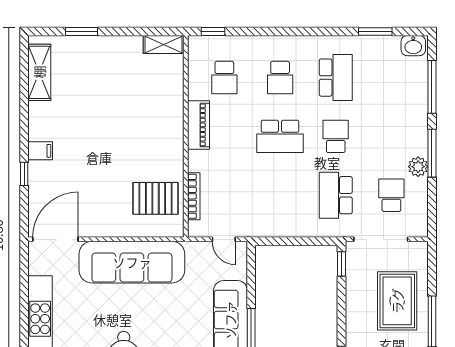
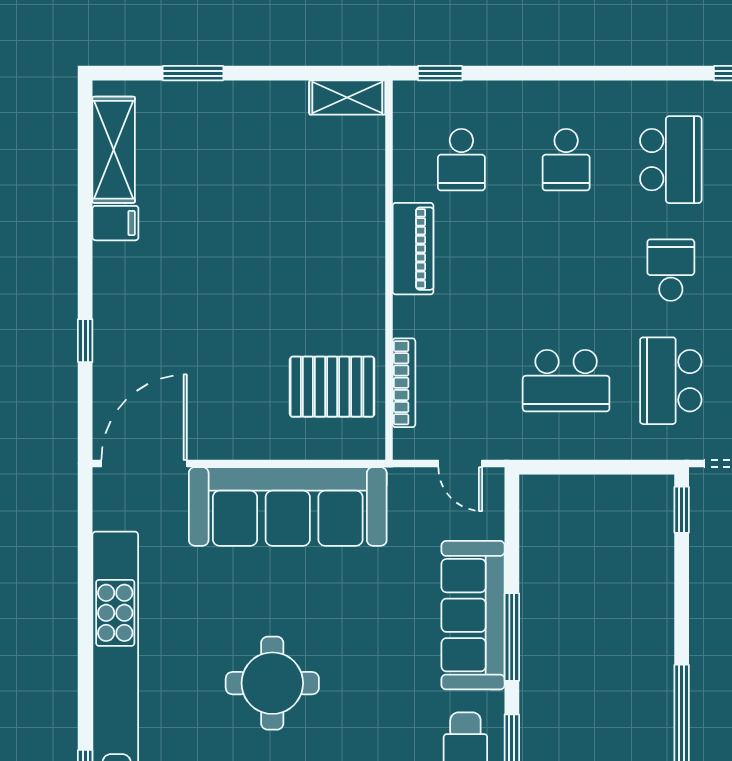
school desk: (280, 136) -> (566, 381), moved
filing cabinet: (40, 151) -> (115, 223), moved

